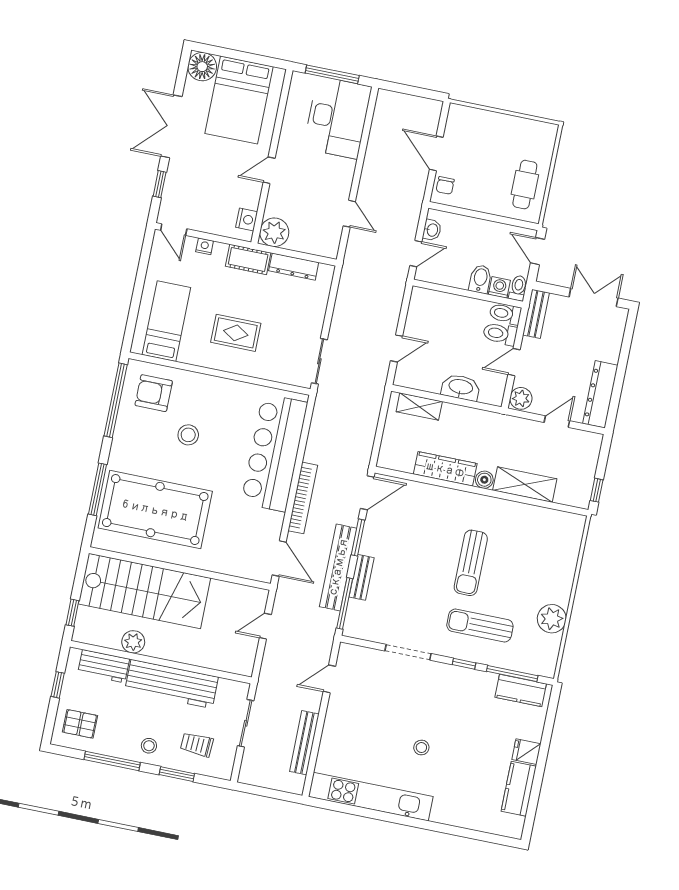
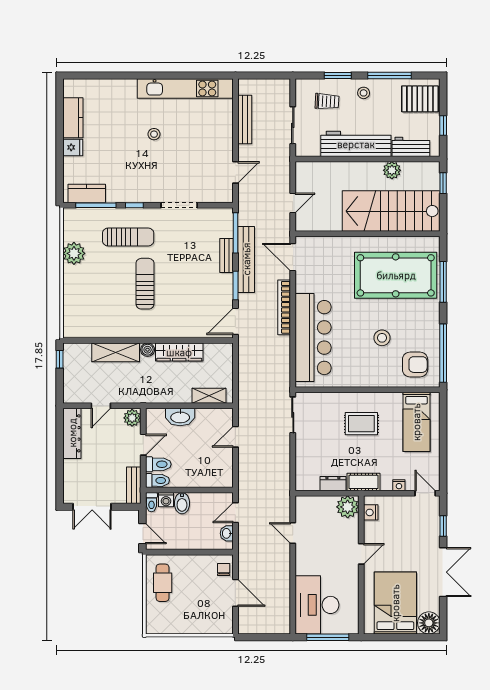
dresser: (294, 267) -> (333, 484), width x0.70
pallet: (80, 724) -> (420, 99), width x1.50, depth x1.42

